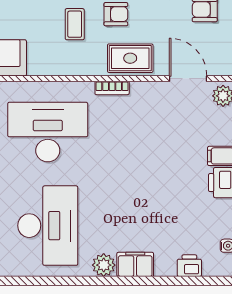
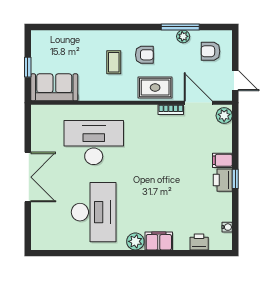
bookcase: (112, 88) -> (171, 110), moved

